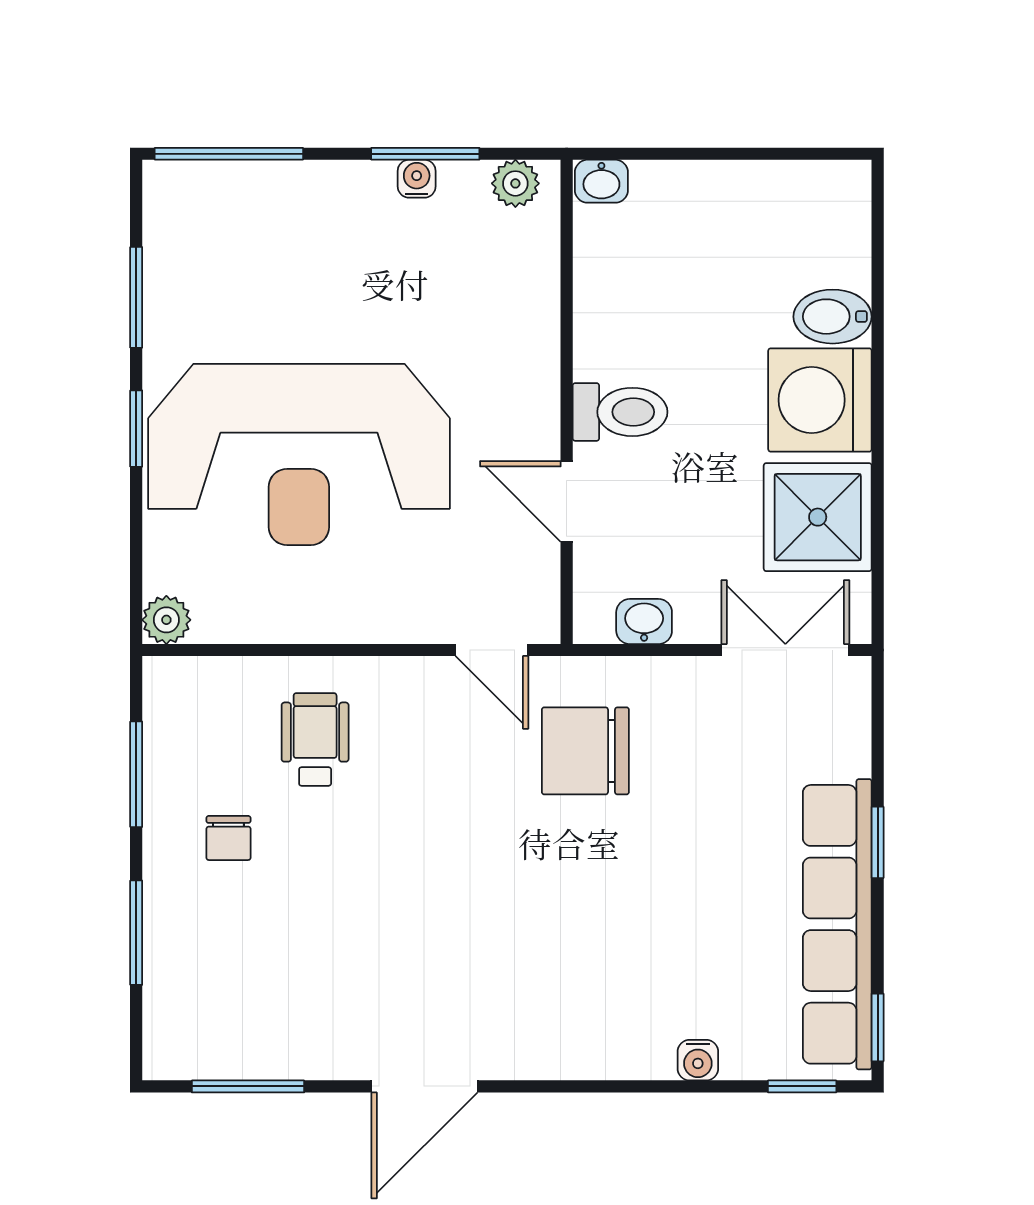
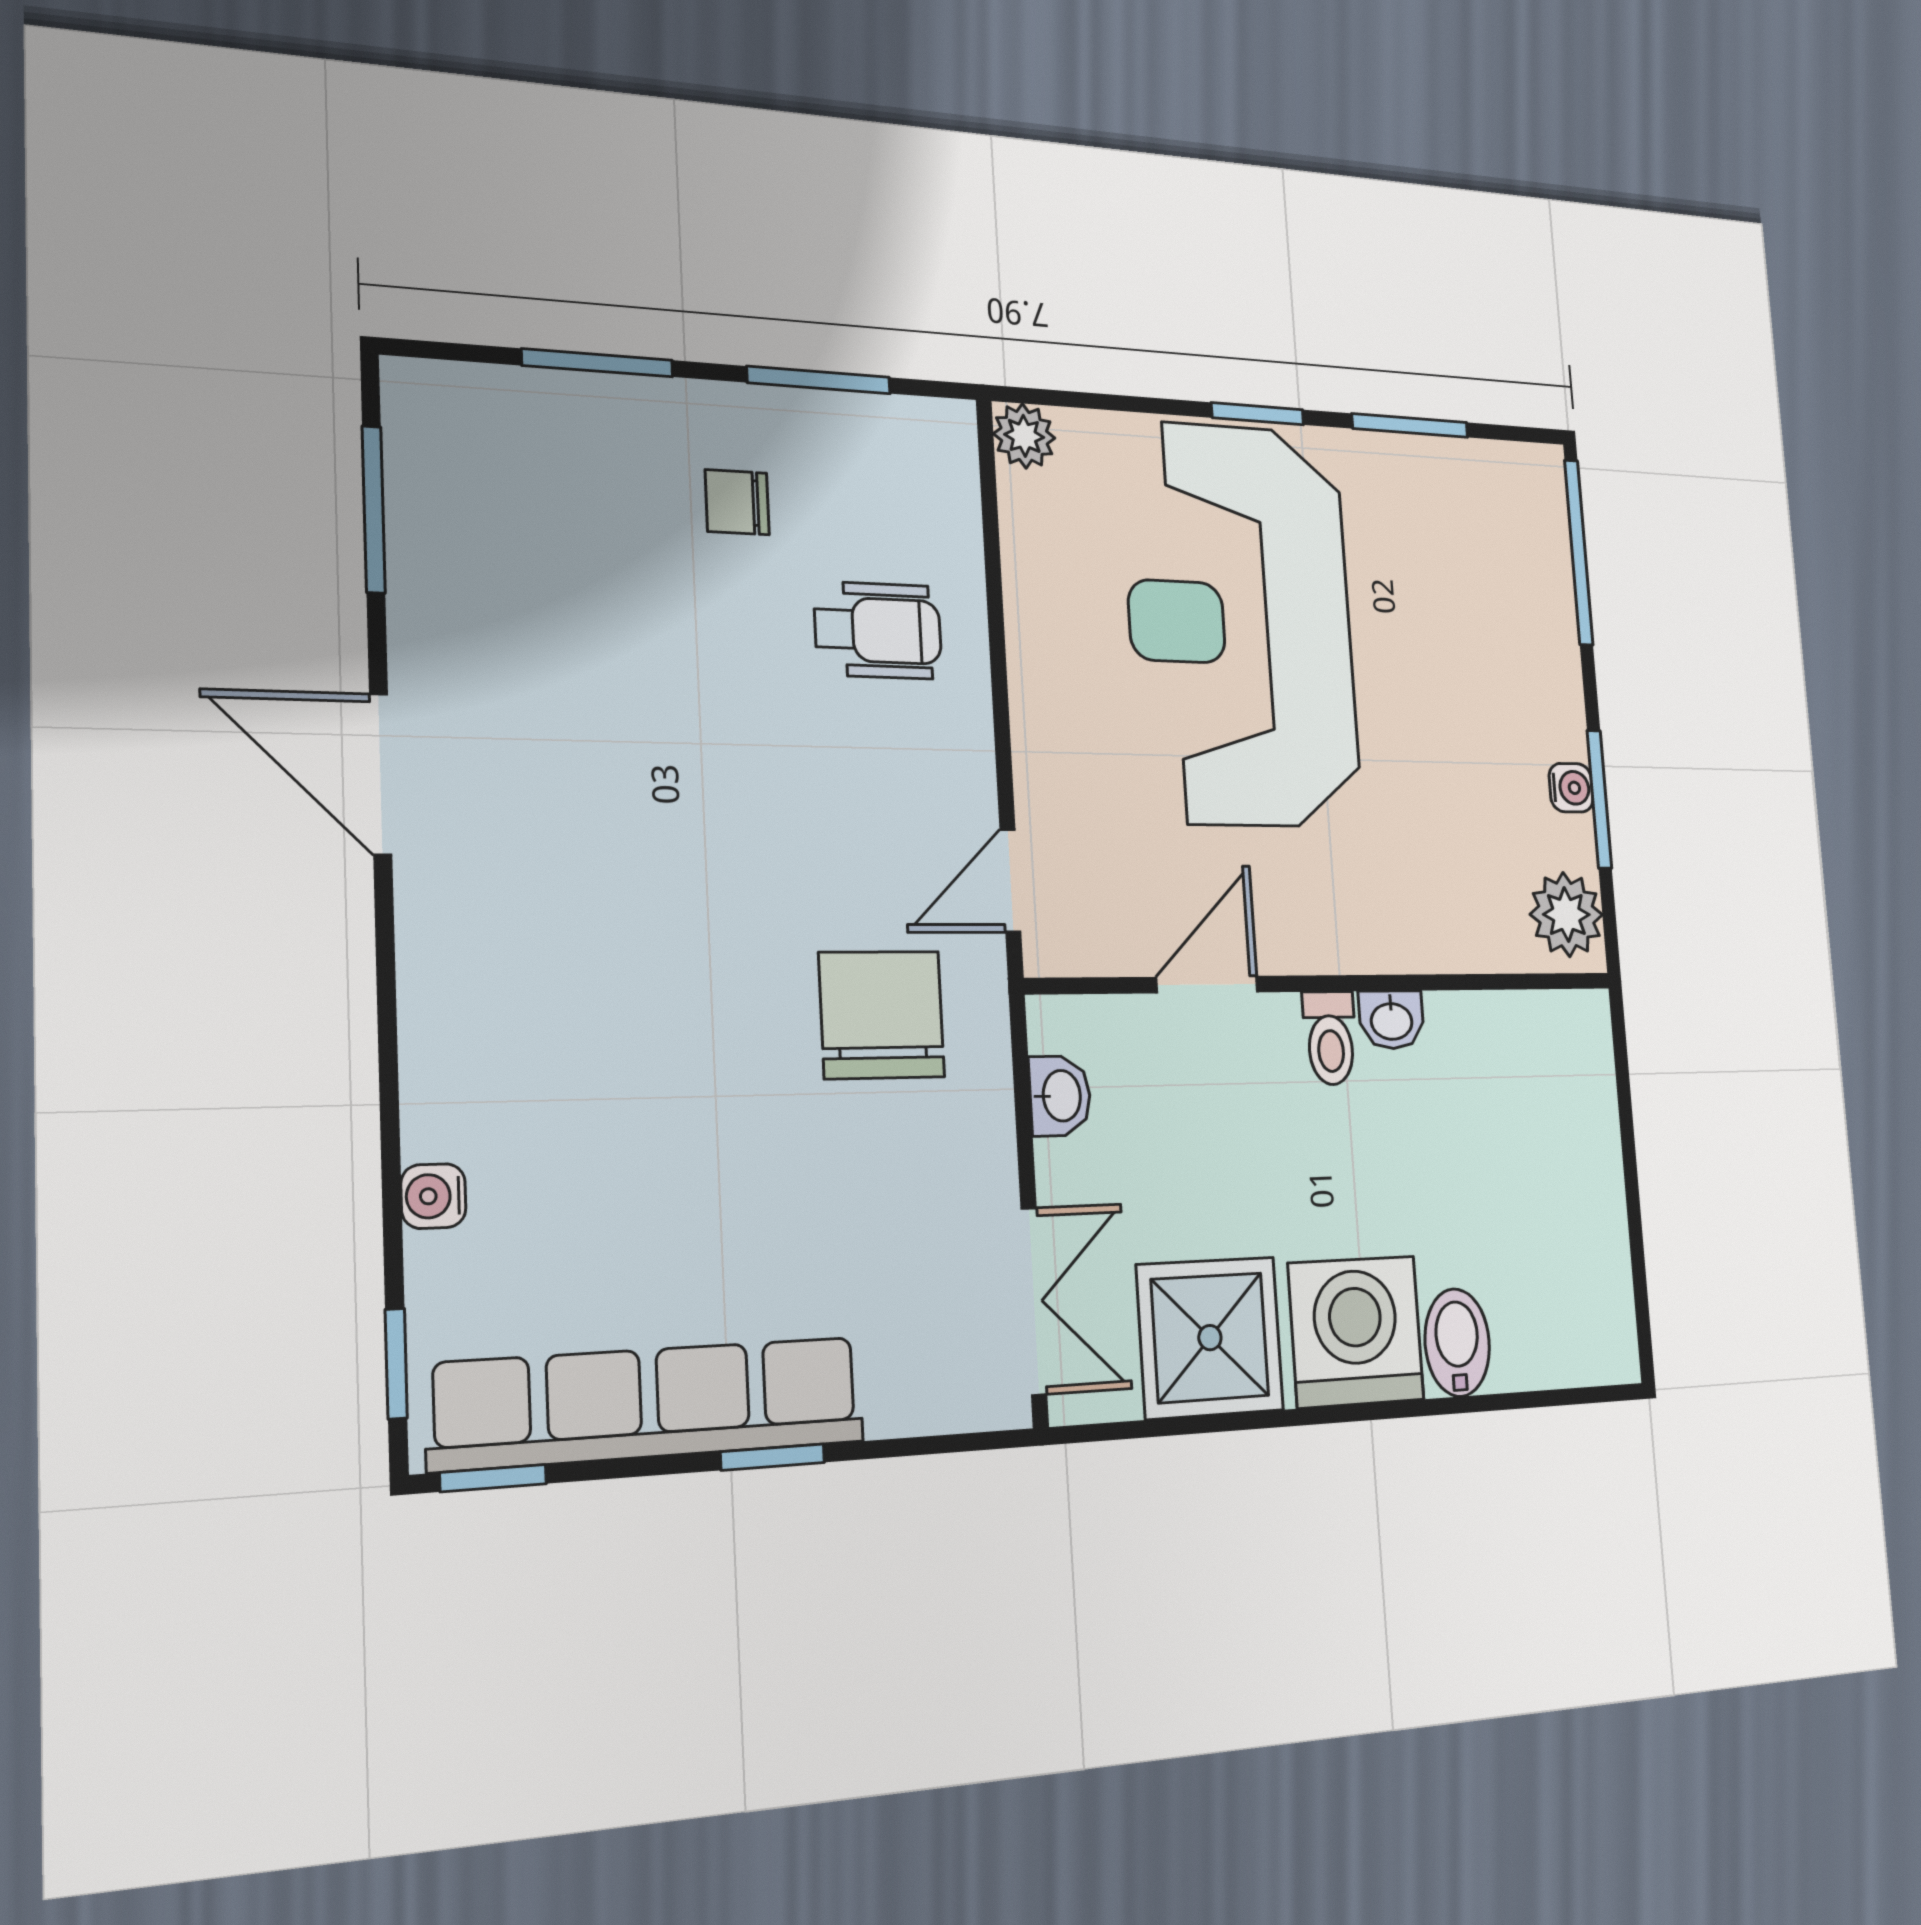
washbasin: (601, 181) -> (1391, 1020), moved, turned -90
plant: (515, 183) -> (1566, 914), width x1.38, depth x1.38
toilet: (620, 412) -> (1330, 1038), width x0.73, depth x0.72

